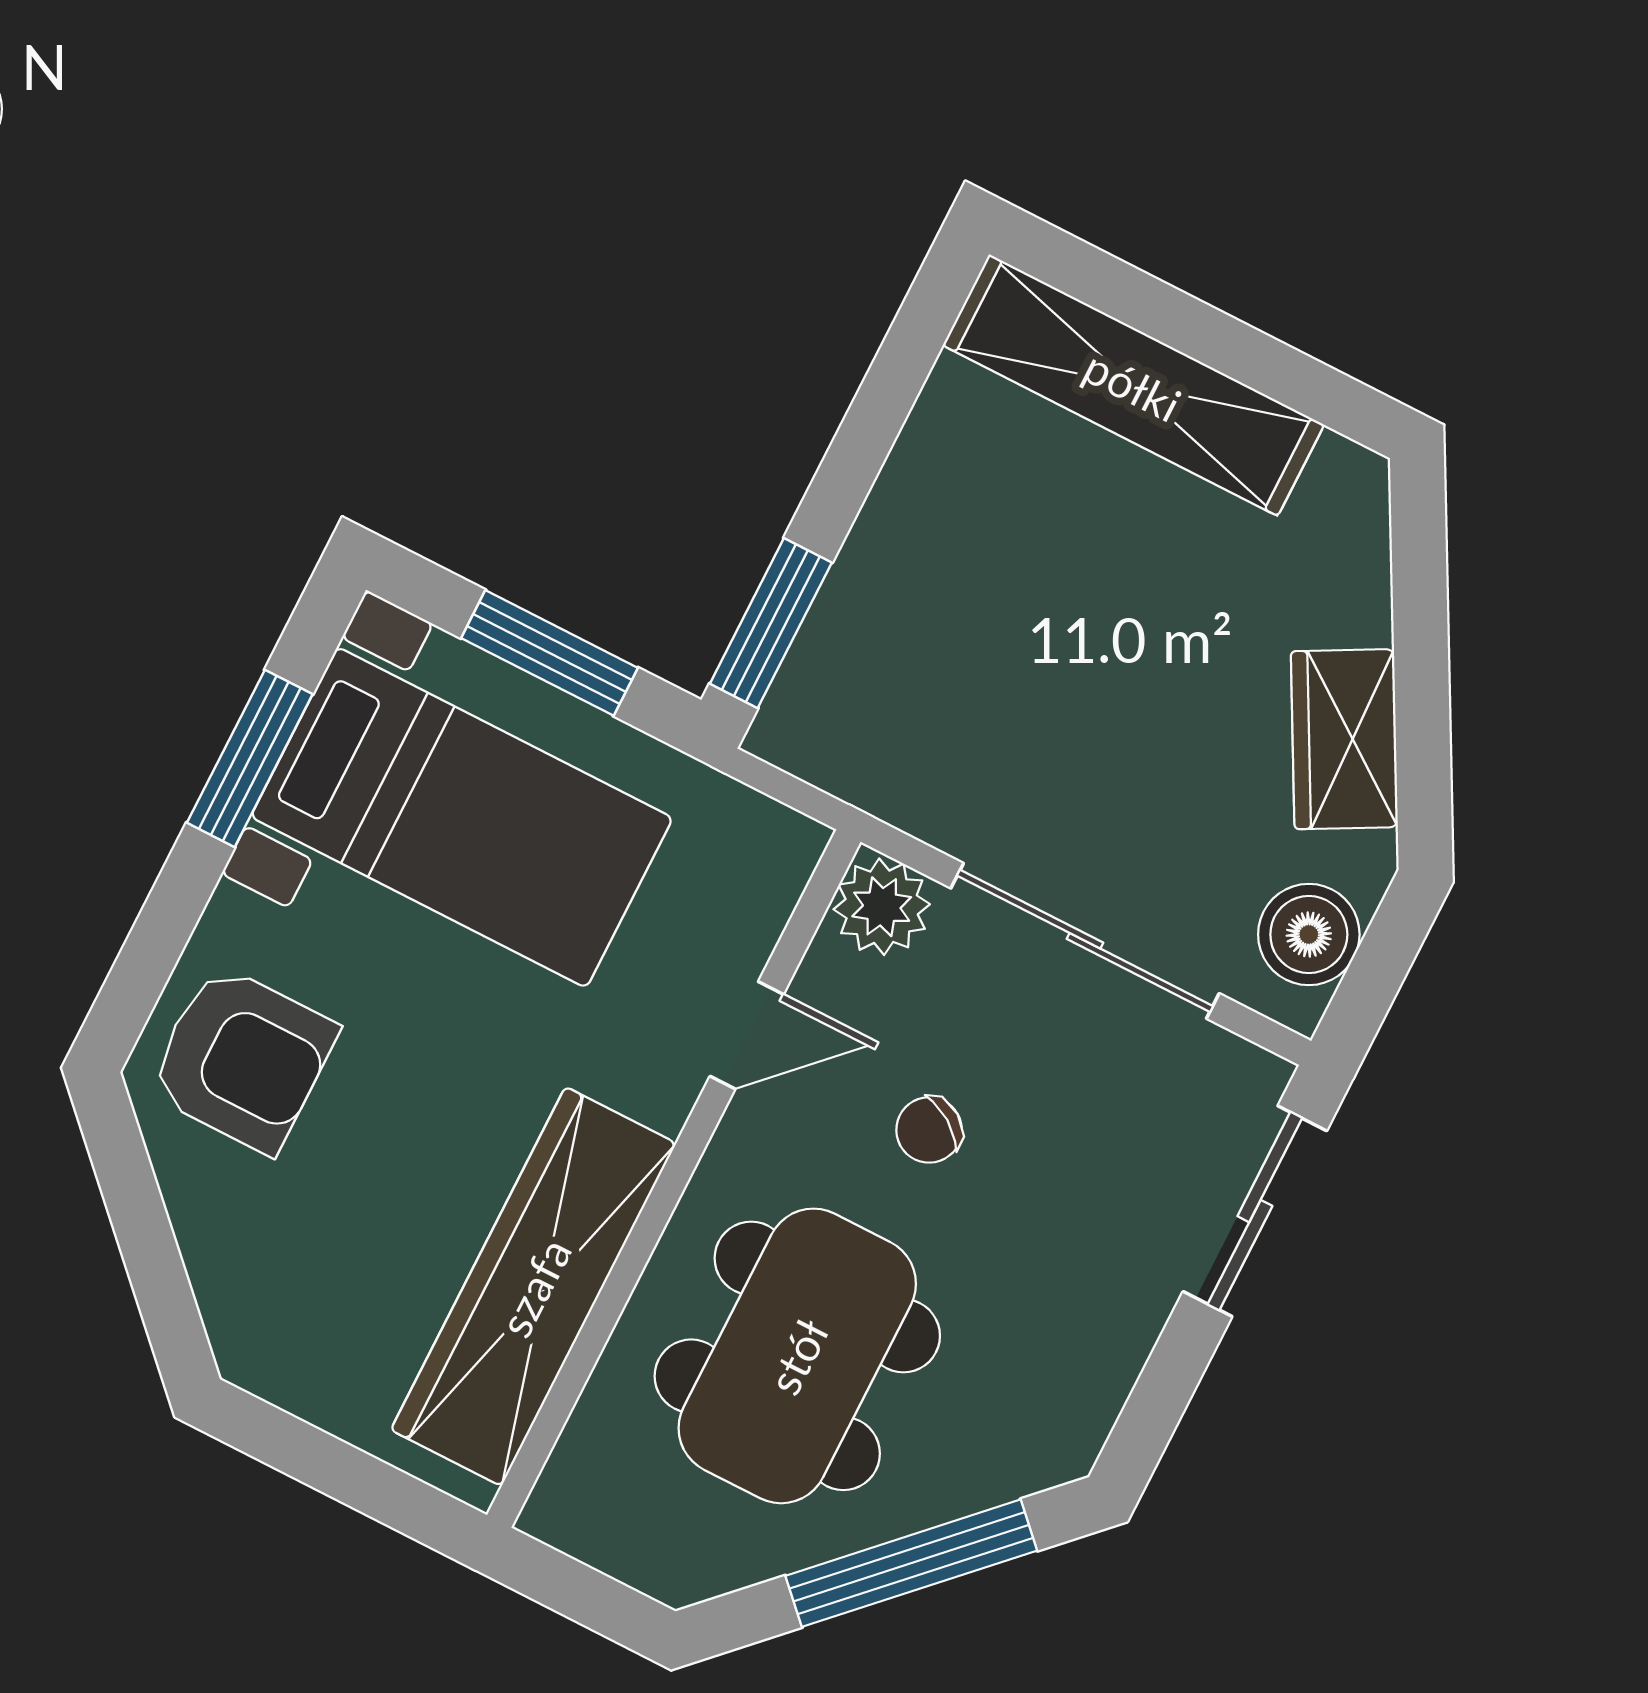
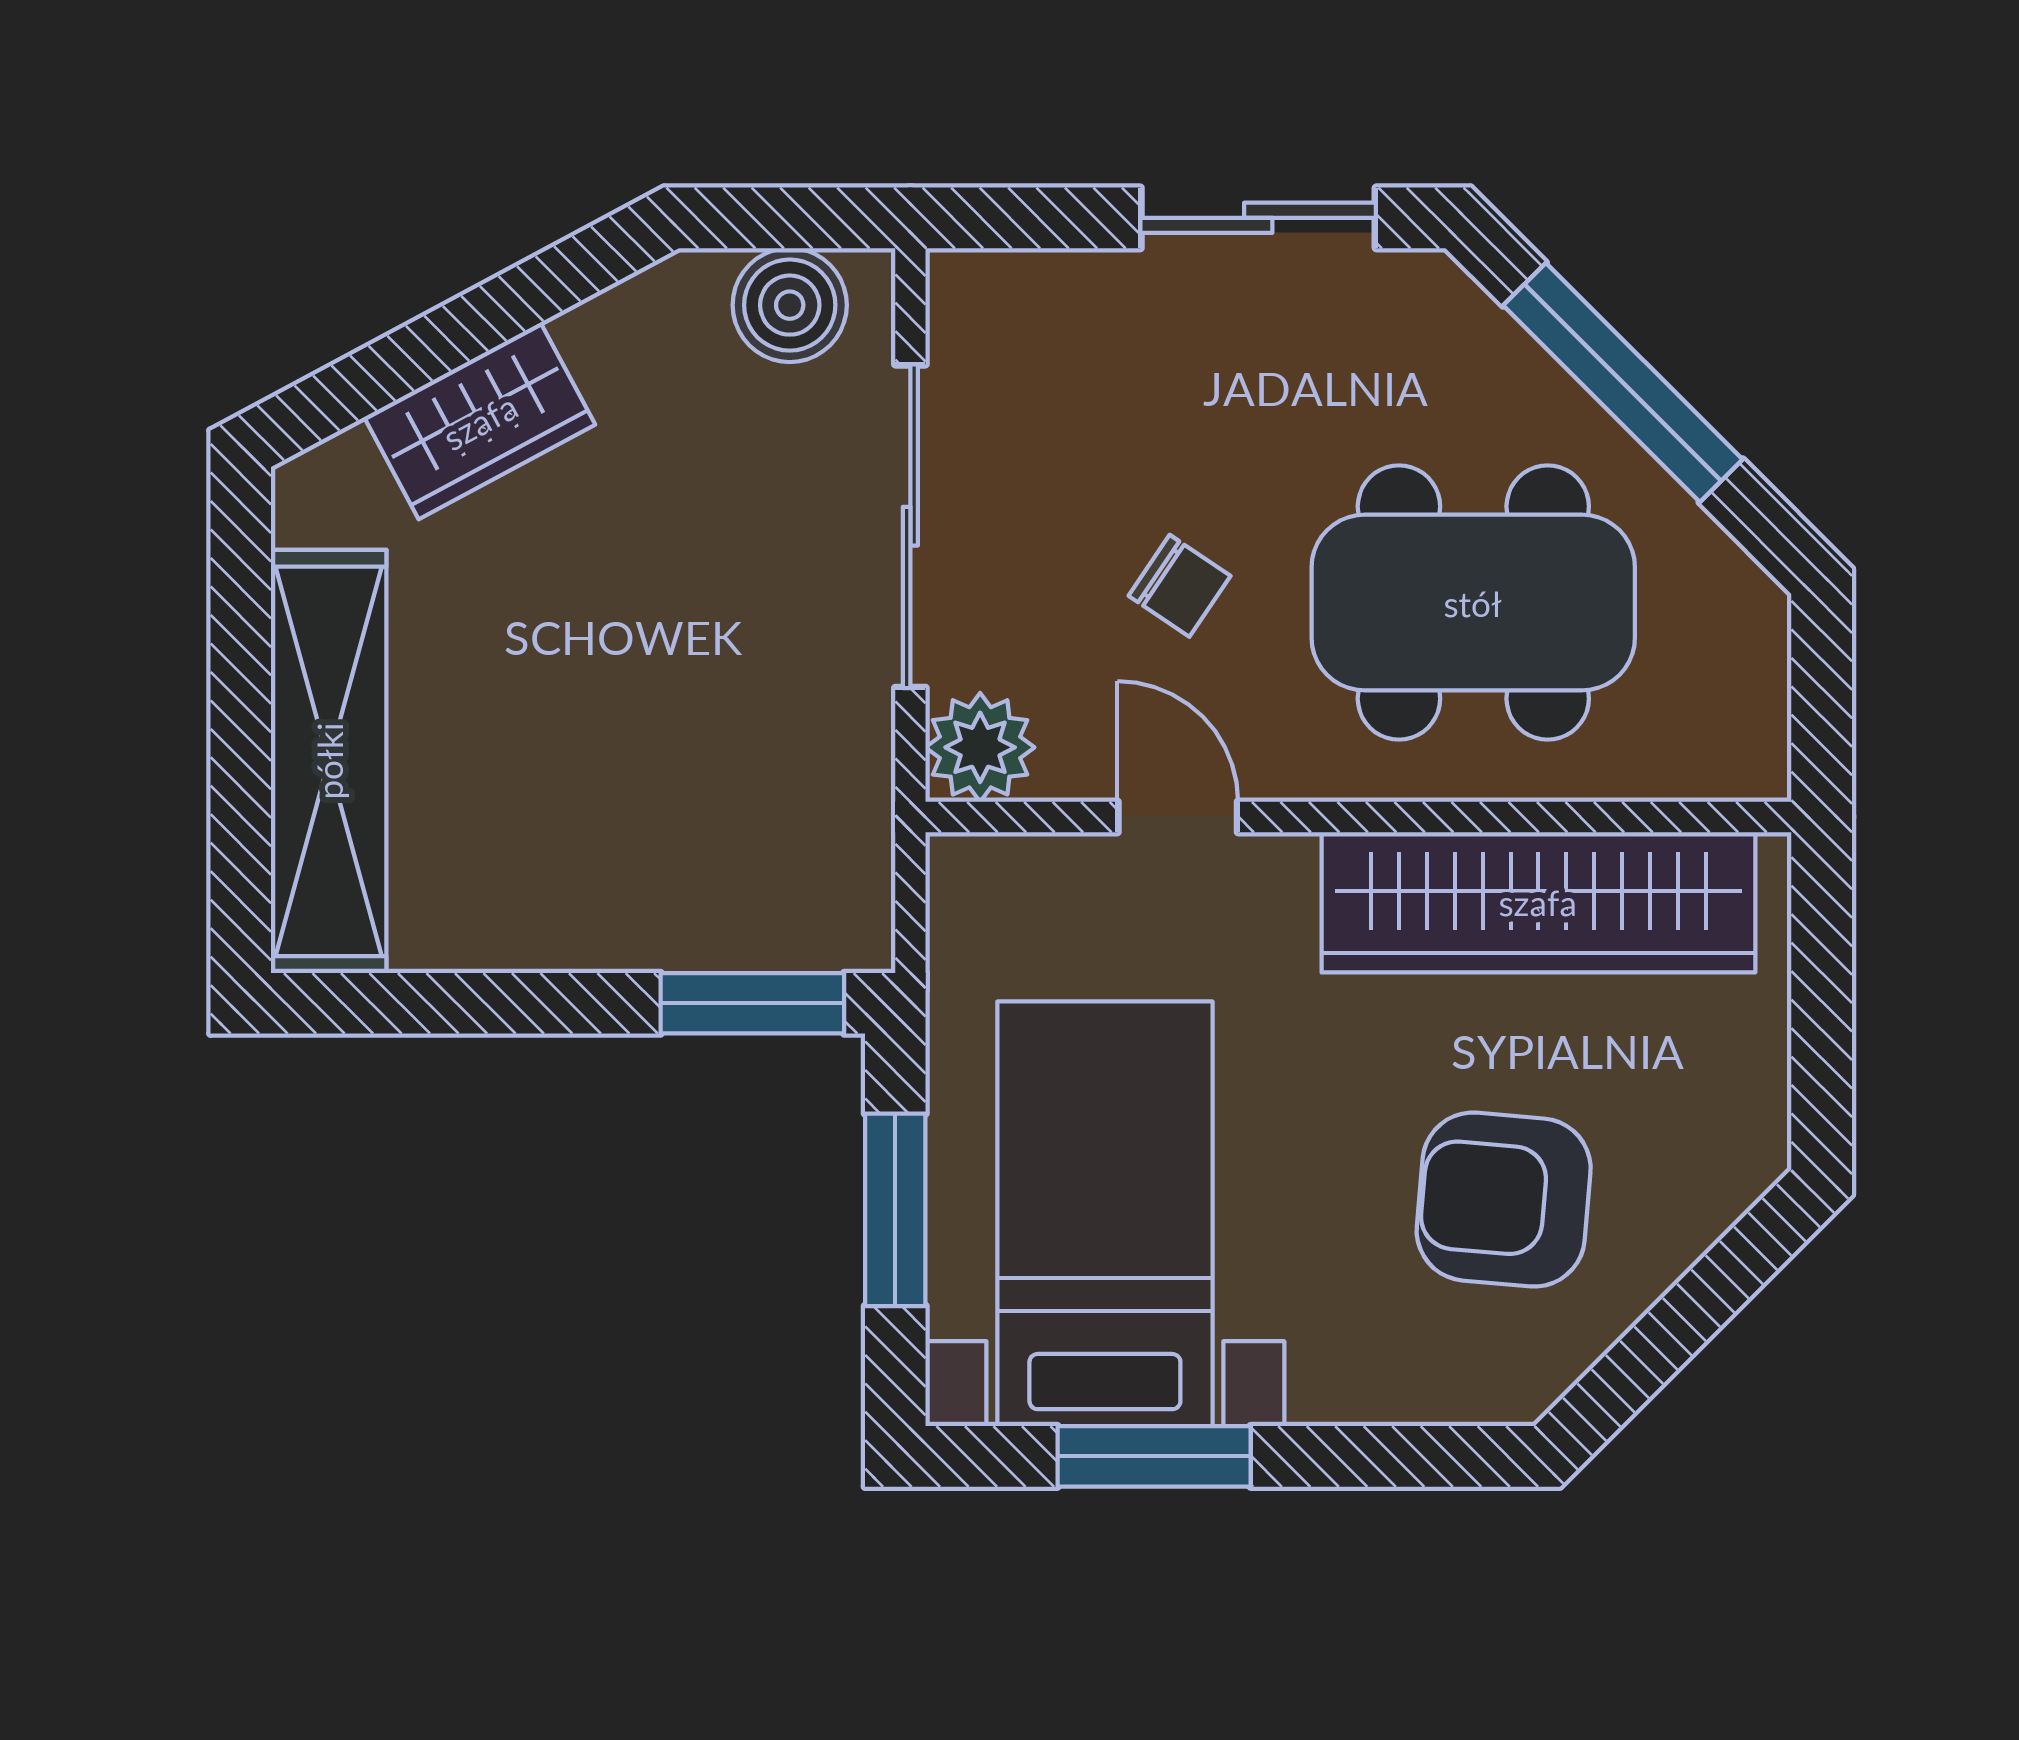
wardrobe: (1344, 739) -> (480, 421), moved
armchair: (242, 1059) -> (1504, 1200), moved, turned -85
sliding door: (1255, 1211) -> (1258, 218), moved

